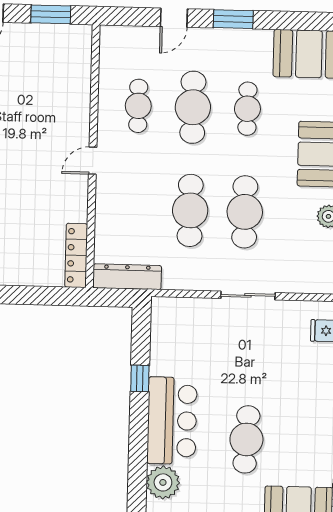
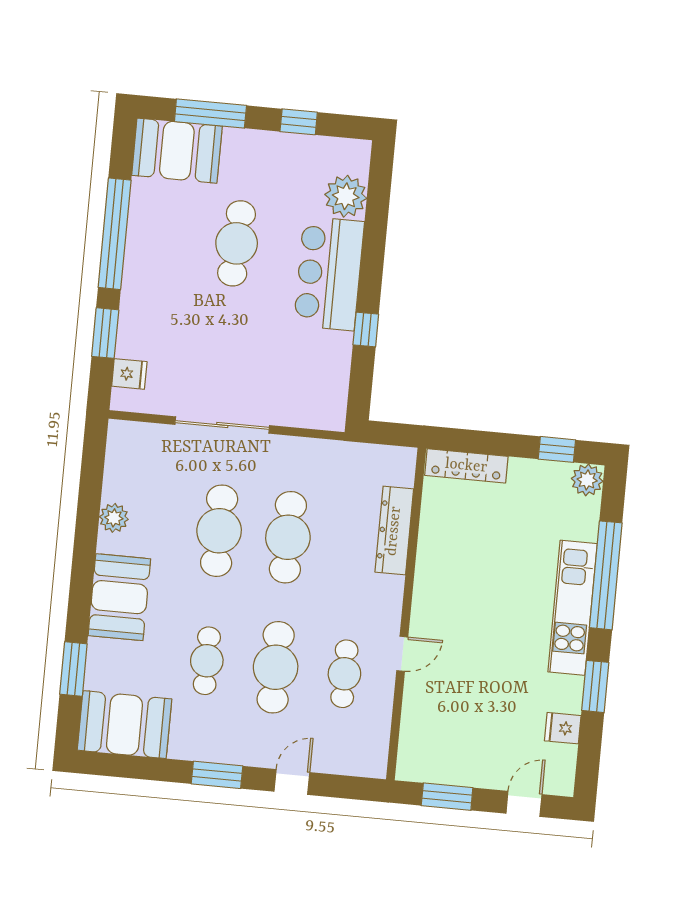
door: (93, 161) -> (402, 654), moved
locker: (76, 255) -> (466, 466), moved, turned 90
dresser: (127, 277) -> (394, 531), moved, turned 90
sliding door: (248, 295) -> (222, 425), width x1.37

